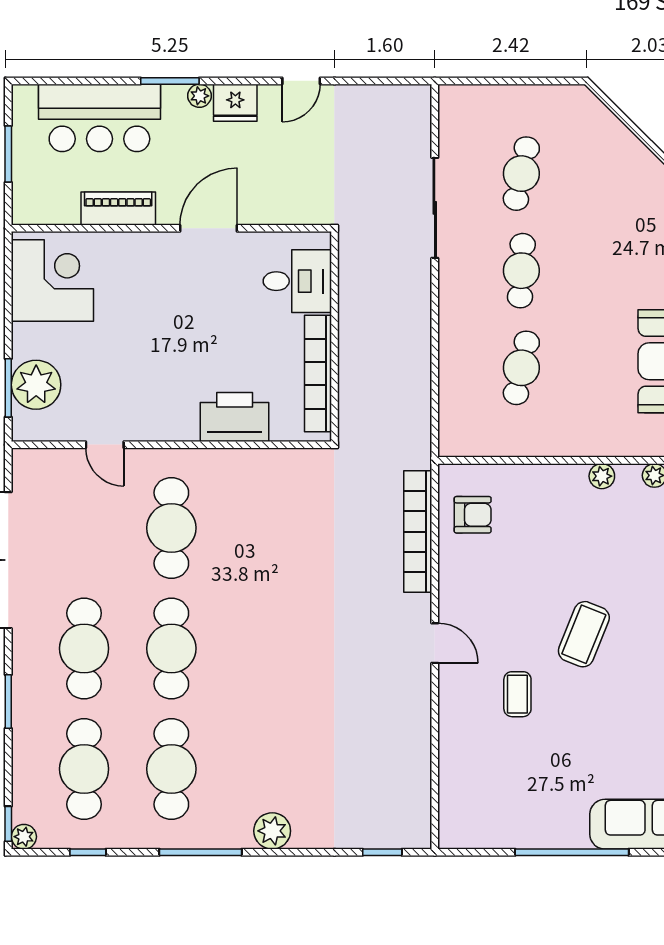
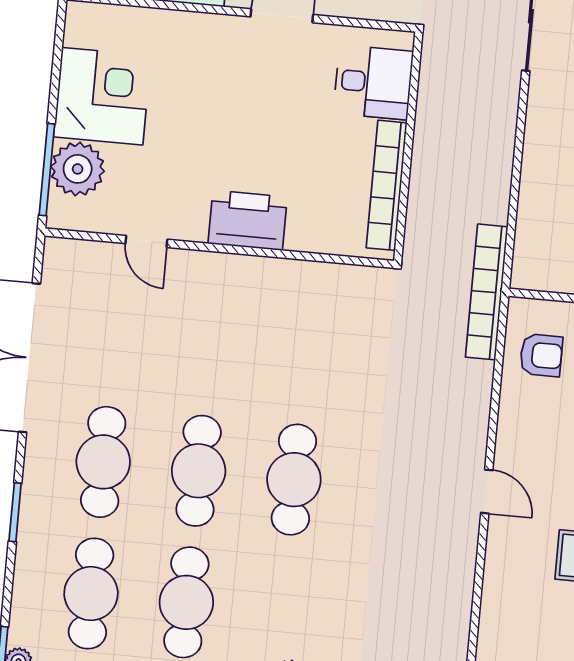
corner desk: (52, 281) -> (102, 96), moved
window: (8, 388) -> (47, 170), width x1.44
printer: (235, 417) -> (248, 220), moved
cafe table: (171, 528) -> (294, 480), moved
bookcase: (418, 532) -> (487, 292), moved

